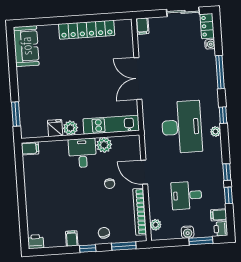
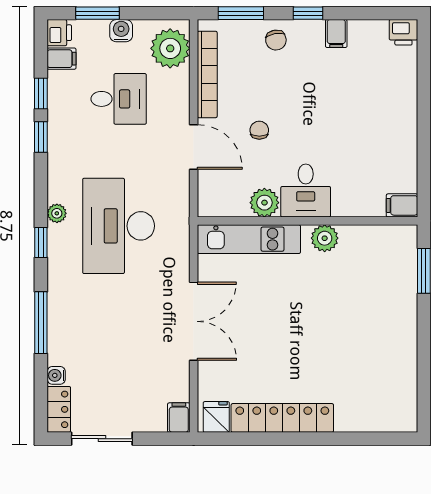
sofa: (26, 46) -> (396, 395), removed
fridge: (55, 128) -> (216, 417), moved, turned 180
plant: (156, 225) -> (170, 48), width x1.88, depth x1.88

